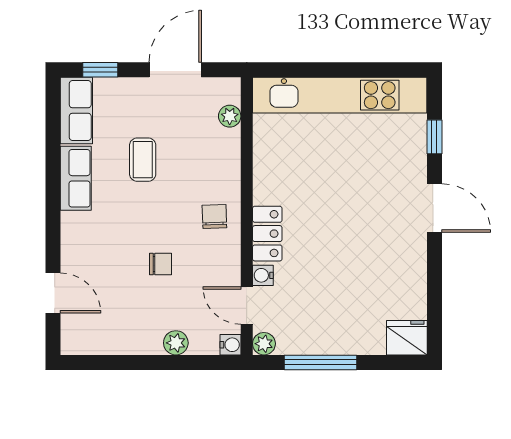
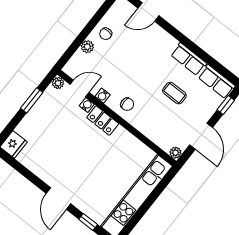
plant: (230, 116) -> (176, 153), moved
door: (434, 208) -> (58, 199), hinge flipped
chair: (161, 264) -> (106, 34), moved
water cooler: (231, 345) -> (103, 96), moved
window: (321, 362) -> (32, 100), width x0.69

